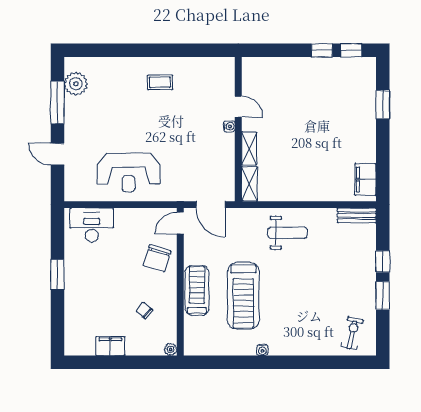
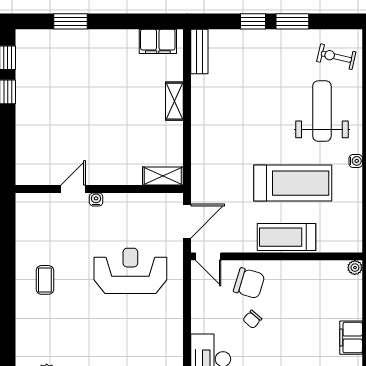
shelving: (249, 148) -> (174, 101), moved, turned 90
reception desk: (129, 172) -> (130, 271), moved, turned -90
weight bench: (288, 233) -> (322, 111), moved, width x1.36, depth x1.33
chair: (145, 311) -> (252, 319), moved

